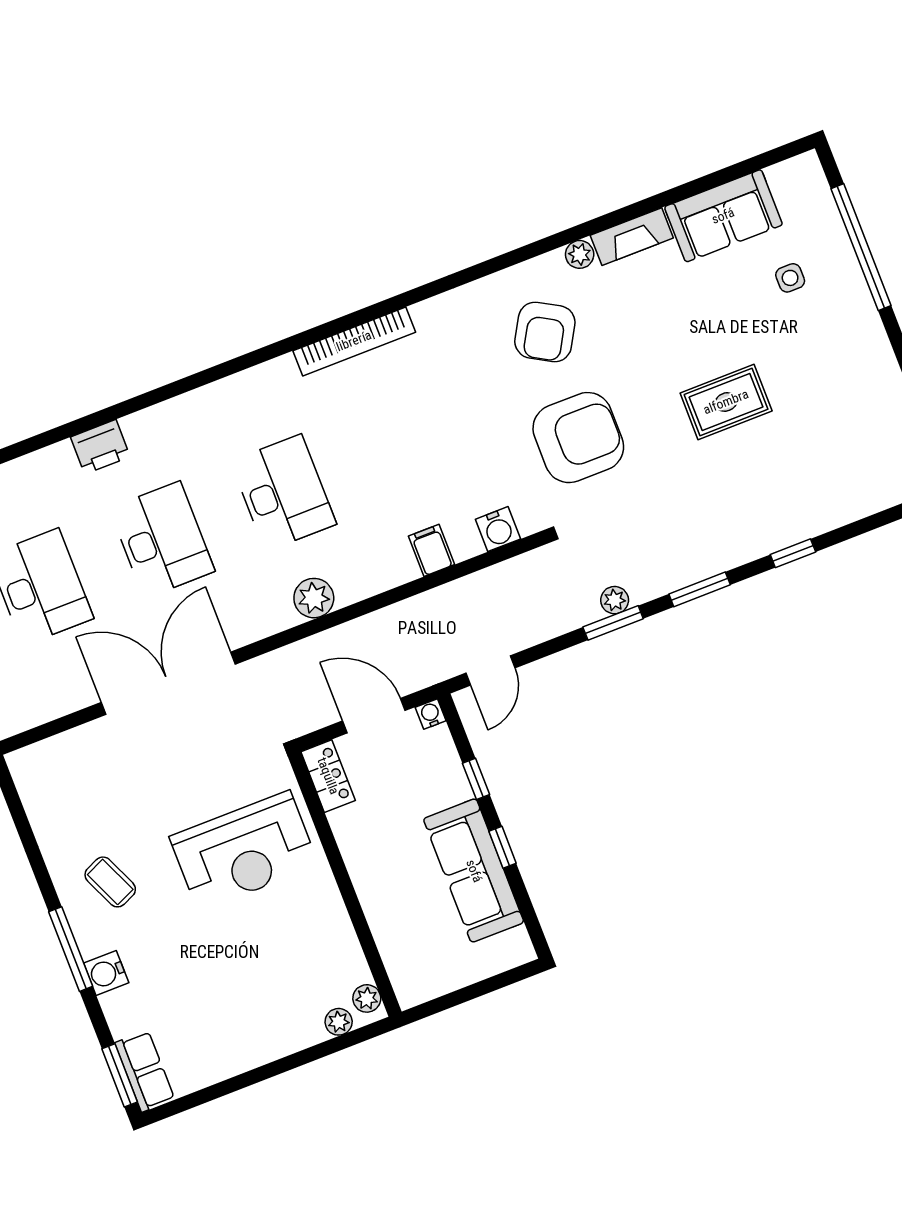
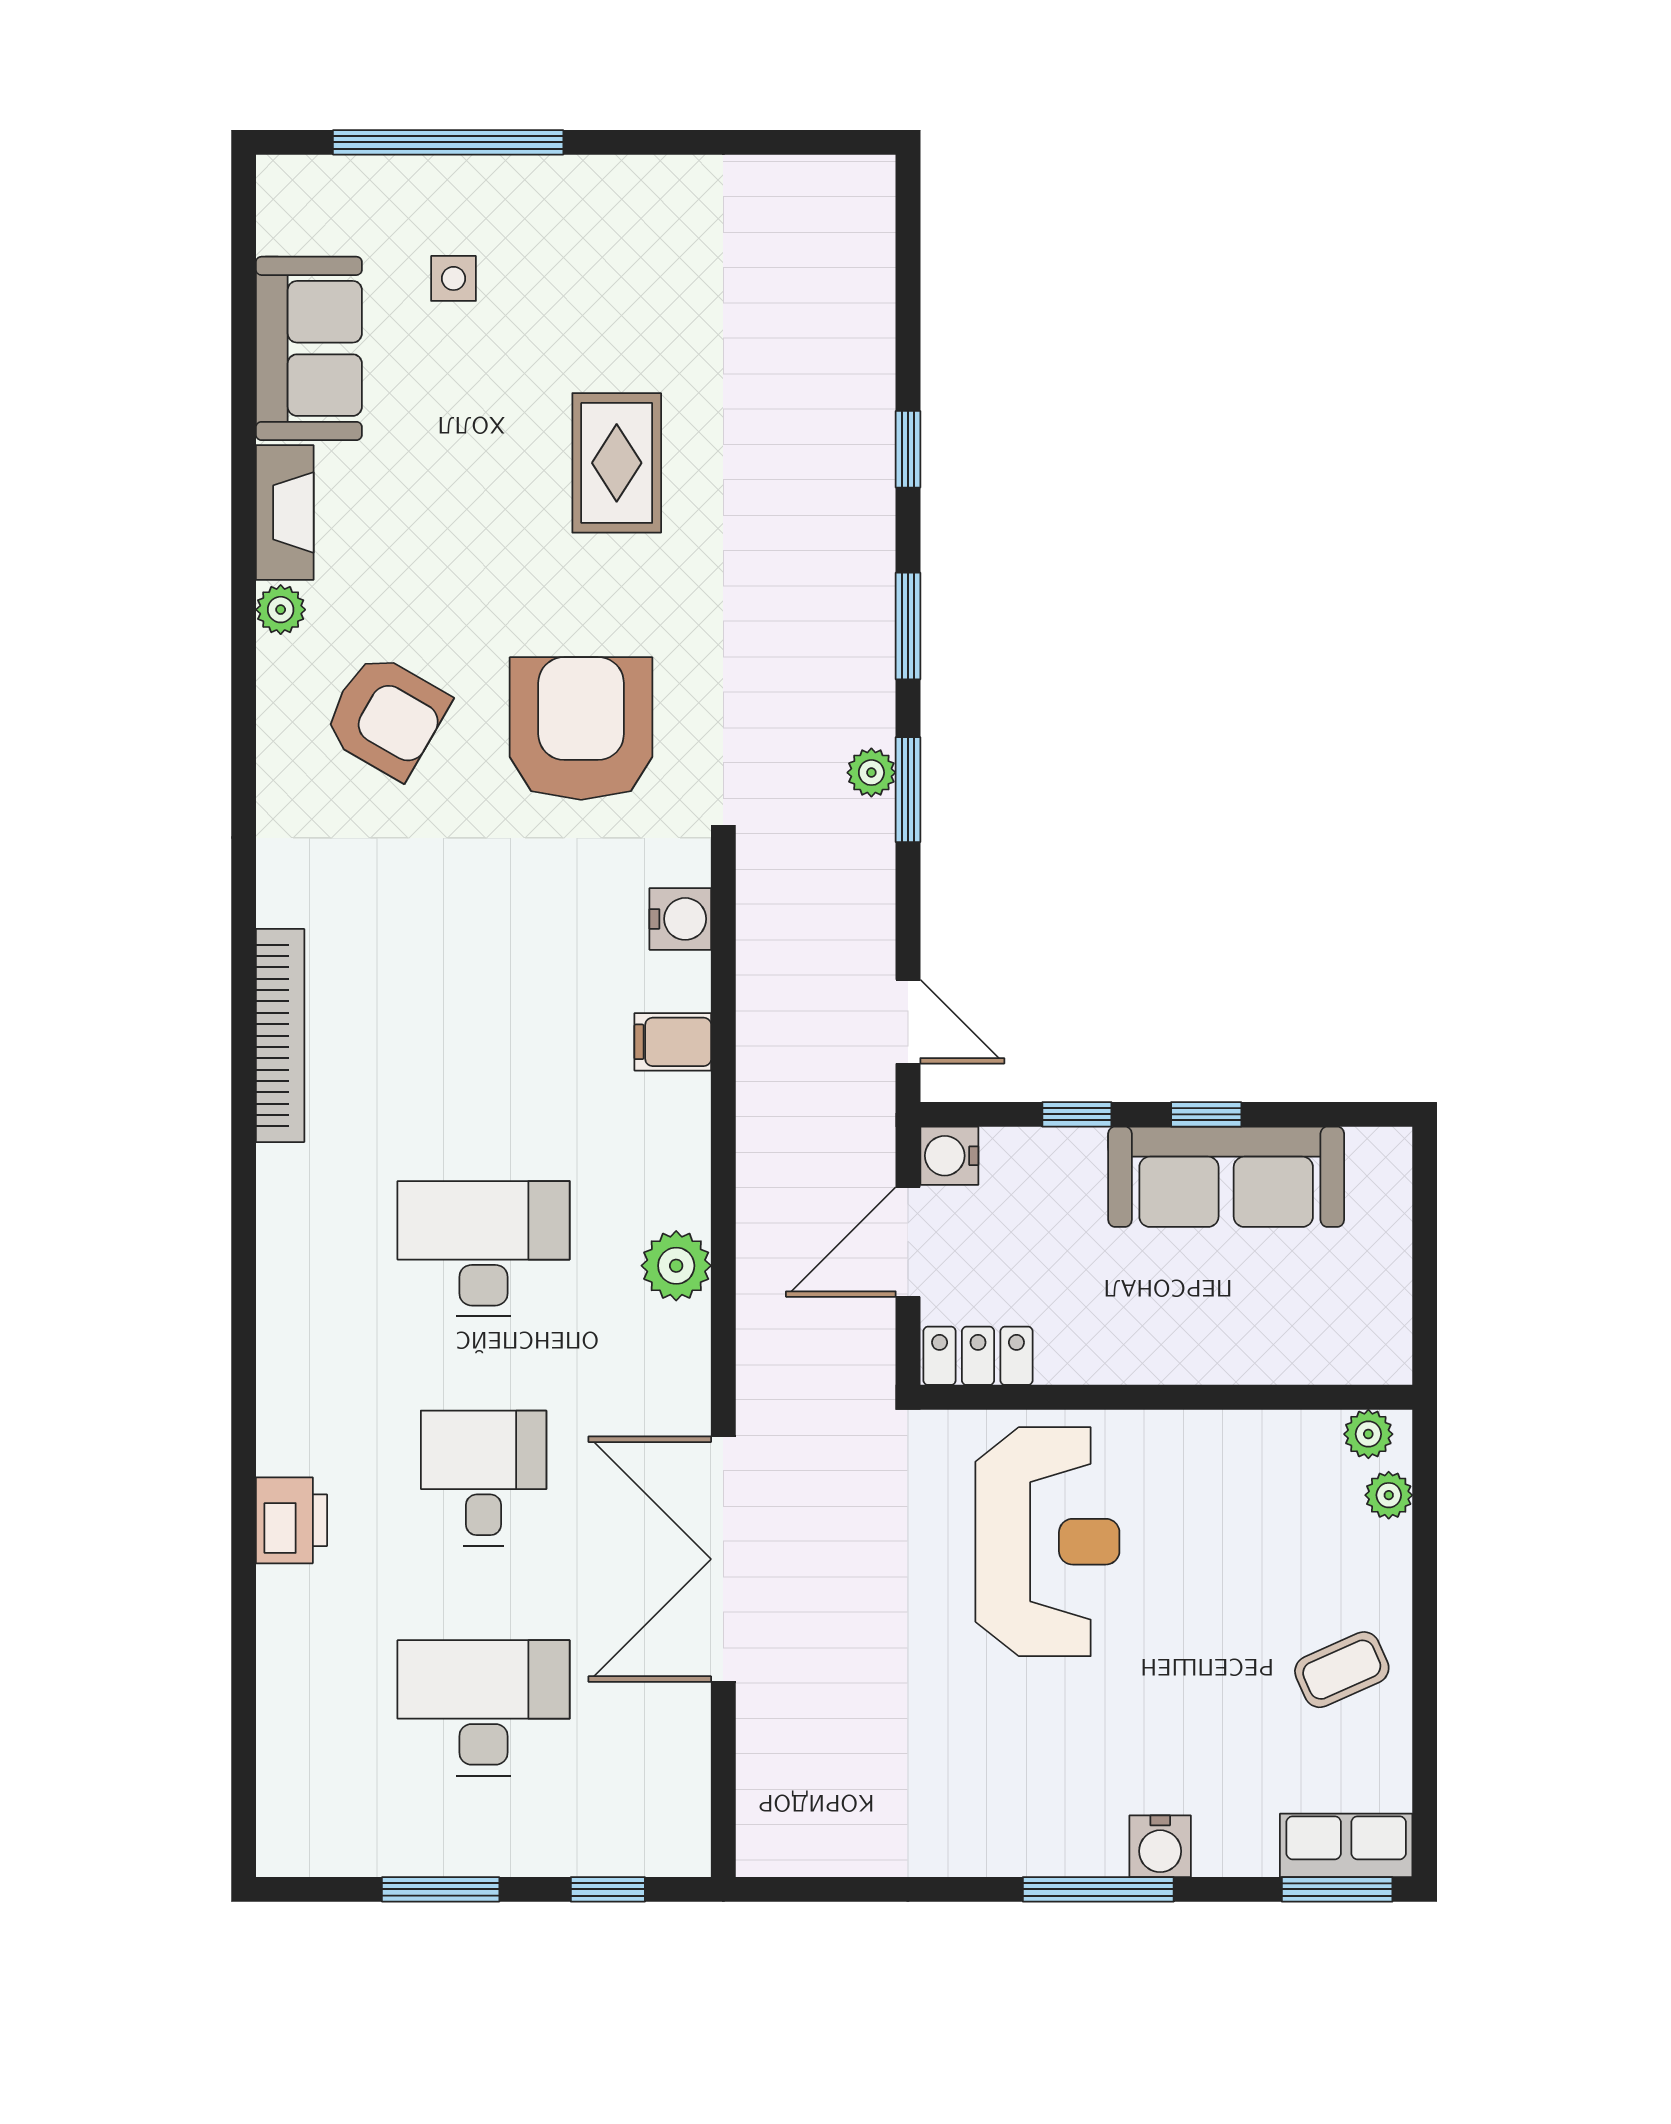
desk: (162, 540) -> (484, 1478), width x0.73
water cooler: (431, 714) -> (949, 1156), width x1.38, depth x1.38
coffee table: (110, 882) -> (1342, 1670), moved

